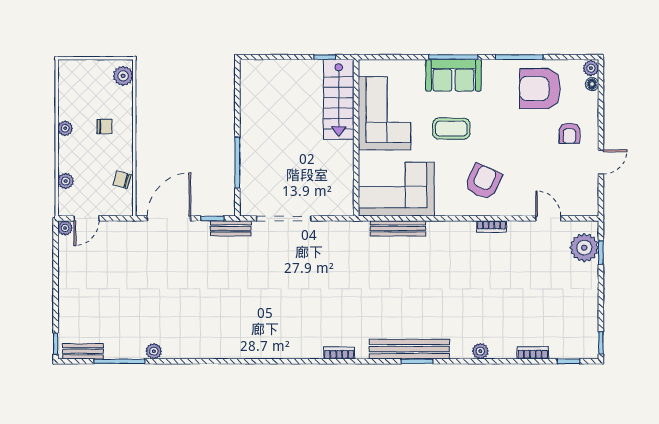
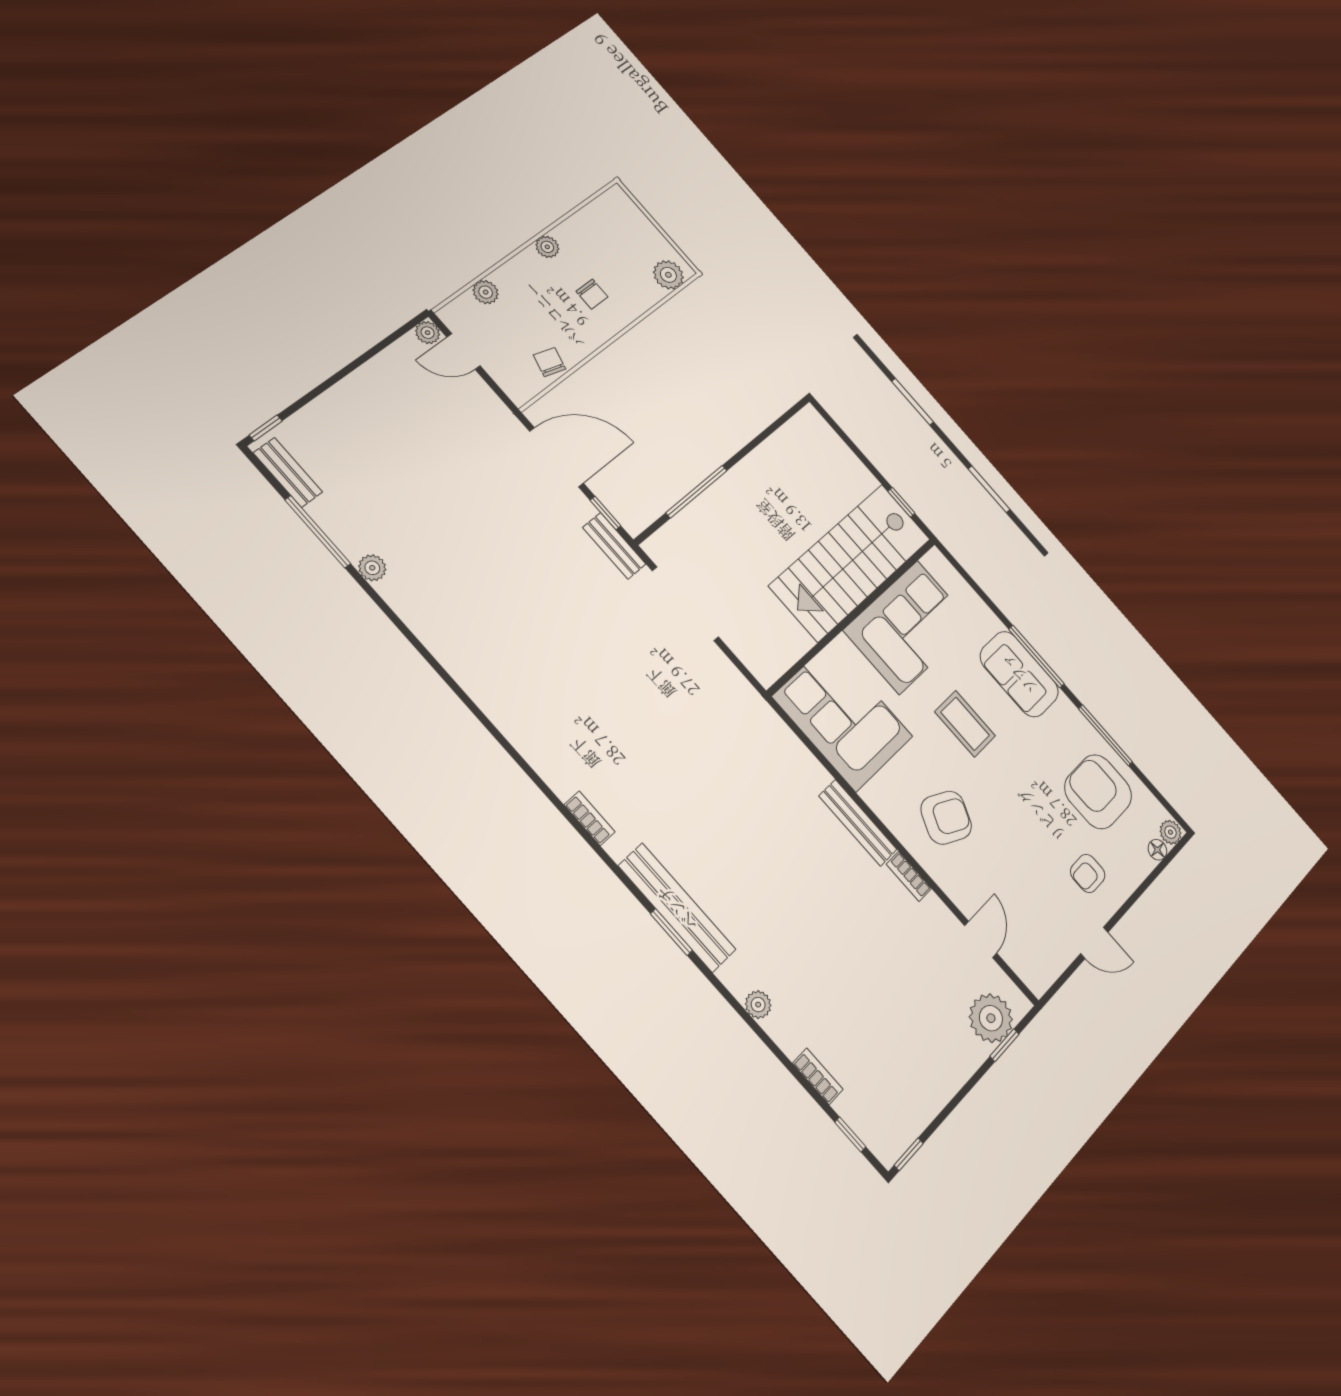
stairs: (339, 99) -> (850, 562), width x1.36, depth x1.51
bench: (398, 228) -> (858, 823), moved

